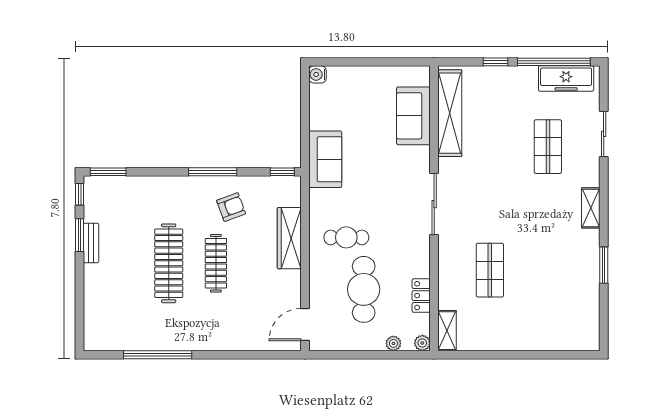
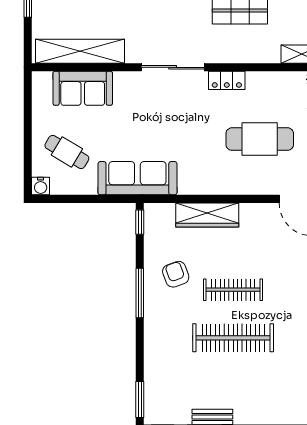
sofa: (325, 159) -> (137, 178), width x1.36
cafe table: (346, 237) -> (67, 152), moved, turned -59
locker: (421, 296) -> (227, 80), moved

